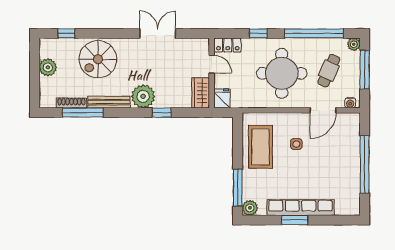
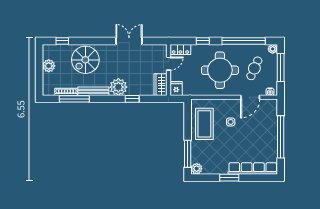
door: (212, 64) -> (169, 64), hinge flipped
row of seats: (300, 208) -> (253, 168), moved

